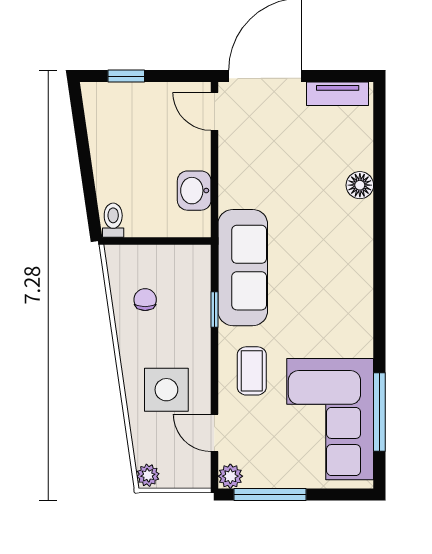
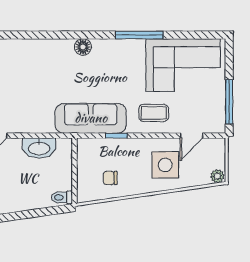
floor lamp: (360, 185) -> (83, 47), moved
washbasin: (194, 191) -> (39, 148), width x1.38
window: (379, 412) -> (139, 35), moved
plant: (230, 476) -> (218, 126), removed

